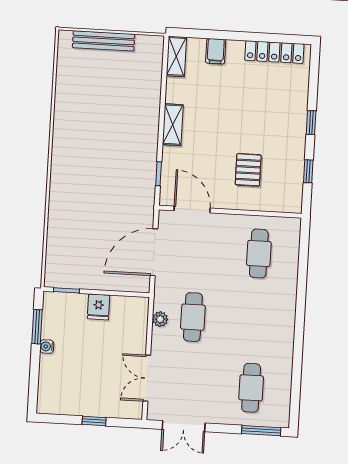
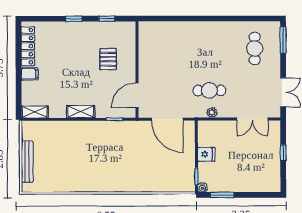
filing cabinet: (216, 51) -> (30, 74), moved
pallet: (248, 170) -> (108, 59), turned 90
cafe table: (259, 254) -> (164, 49), removed
water cooler: (47, 346) -> (202, 188), moved
cafe table: (251, 388) -> (255, 48), turned 90

